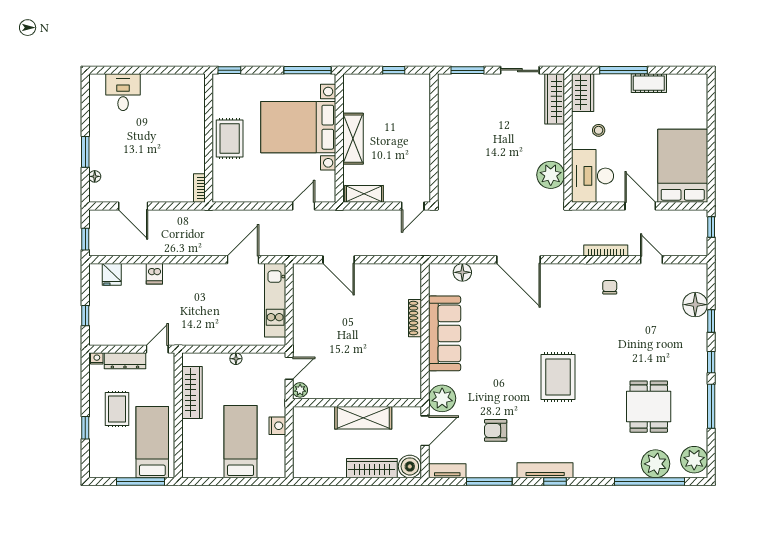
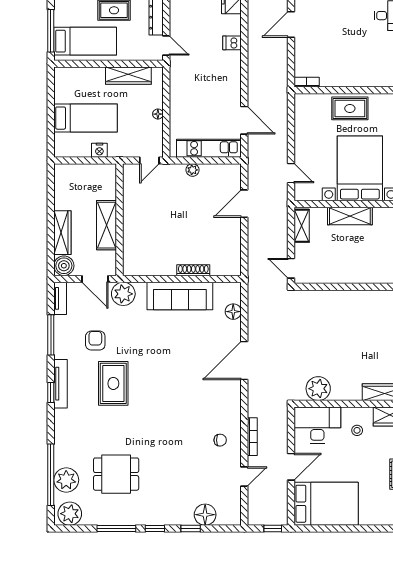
door: (289, 368) -> (149, 160), hinge flipped
rug: (558, 377) -> (113, 383), moved, turned 90
plant: (300, 390) -> (193, 170), moved

